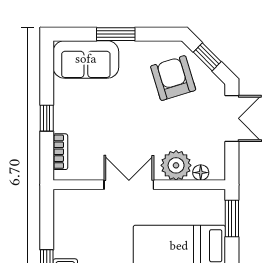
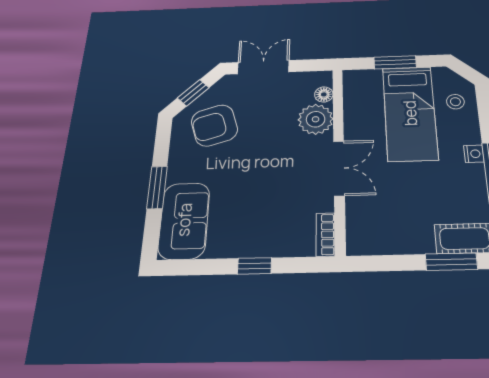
bookcase: (60, 152) -> (325, 234), moved, turned -90
double door: (129, 185) -> (339, 168), swing flipped
window: (232, 218) -> (395, 62), moved

